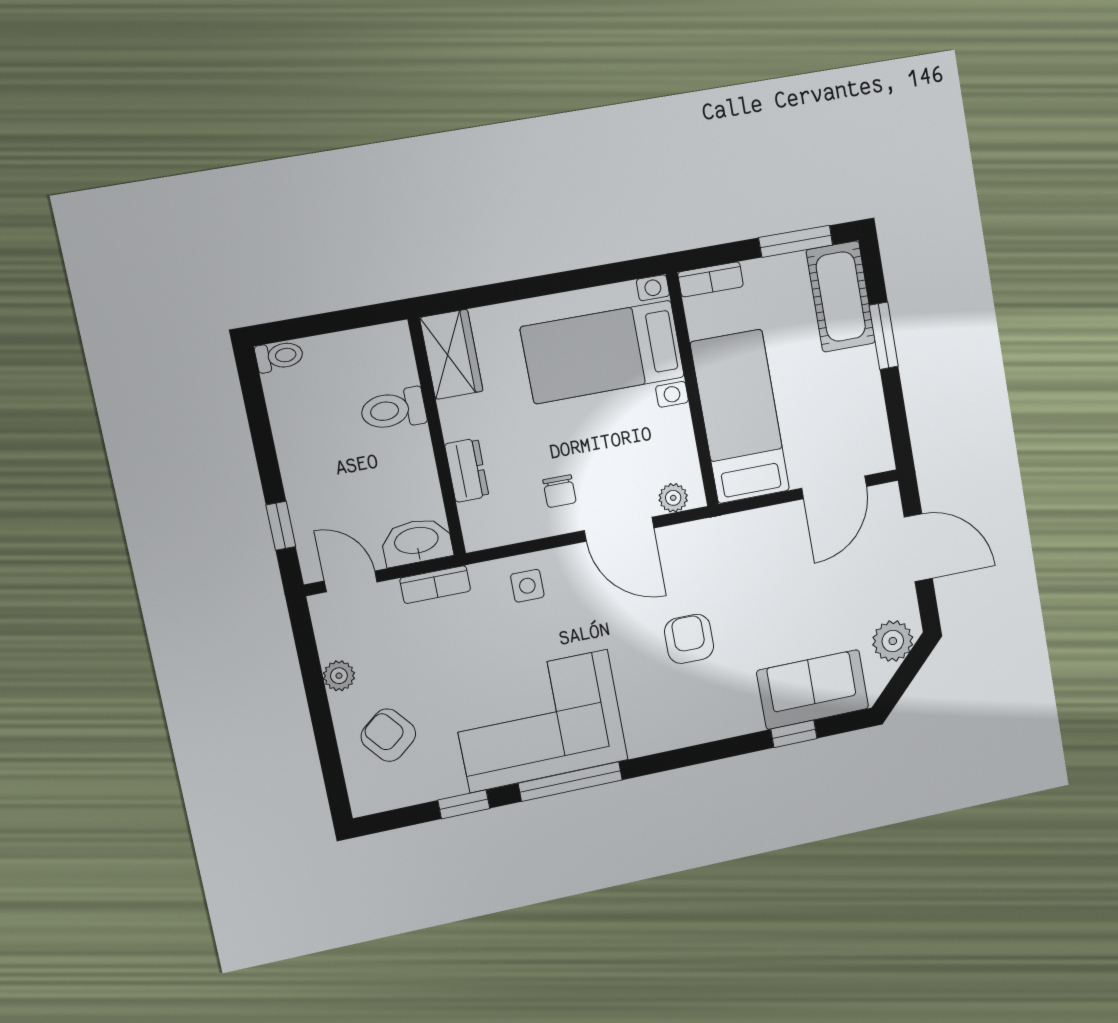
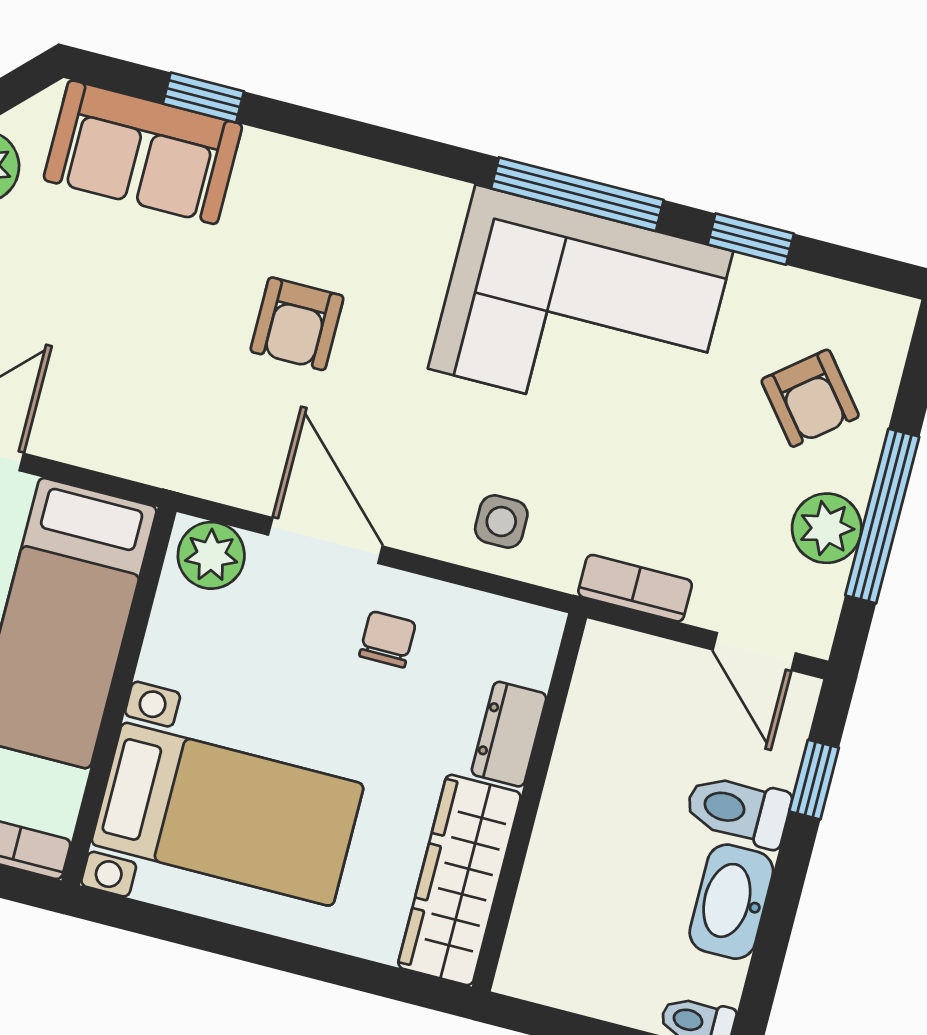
wardrobe: (451, 354) -> (459, 880), width x1.50
toilet: (393, 410) -> (738, 810), moved, turned 180
plant: (673, 498) -> (211, 555), width x1.38, depth x1.38
washbasin: (417, 542) -> (731, 902), moved, turned 90
plant: (339, 676) -> (827, 528), width x1.38, depth x1.38
window: (316, 691) -> (882, 516), added

